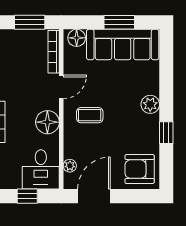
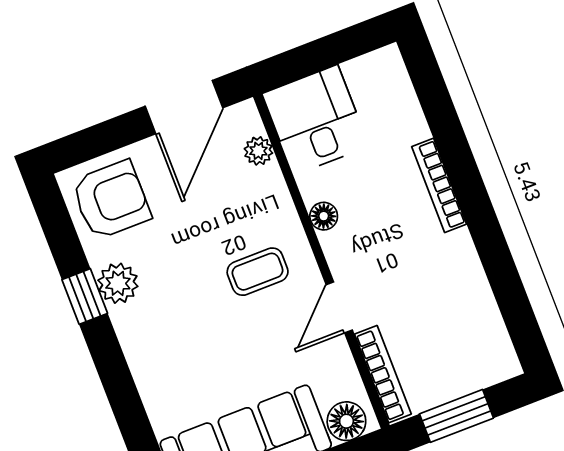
plant: (150, 104) -> (118, 283), moved
floor lamp: (47, 122) -> (324, 216), width x0.53, depth x0.53
window: (27, 196) -> (322, 54), removed

